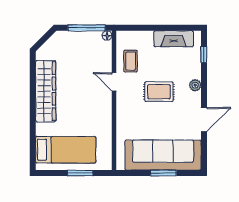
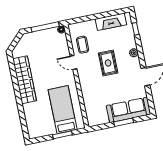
rug: (159, 92) -> (108, 63), turned 90
bed: (66, 150) -> (63, 110), moved, turned -90
sofa: (163, 155) -> (129, 110), width x0.74, depth x0.79

